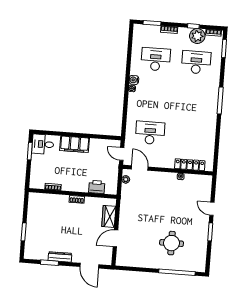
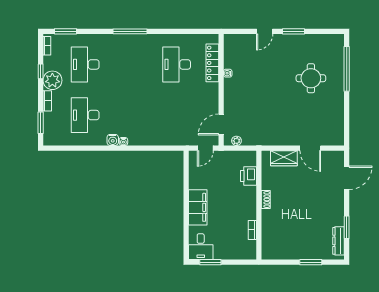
plant: (197, 36) -> (52, 80), moved
desk: (150, 133) -> (177, 64), moved
dresser: (60, 257) -> (338, 241), moved

